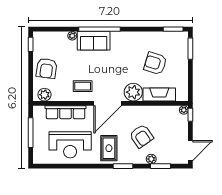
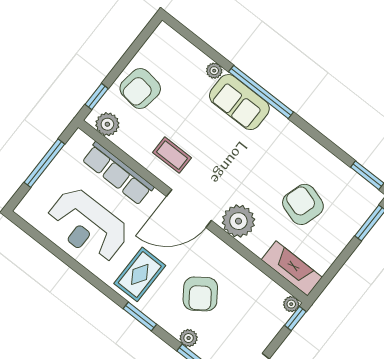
window: (31, 44) -> (97, 97), moved
fireplace: (159, 94) -> (292, 268), moved

